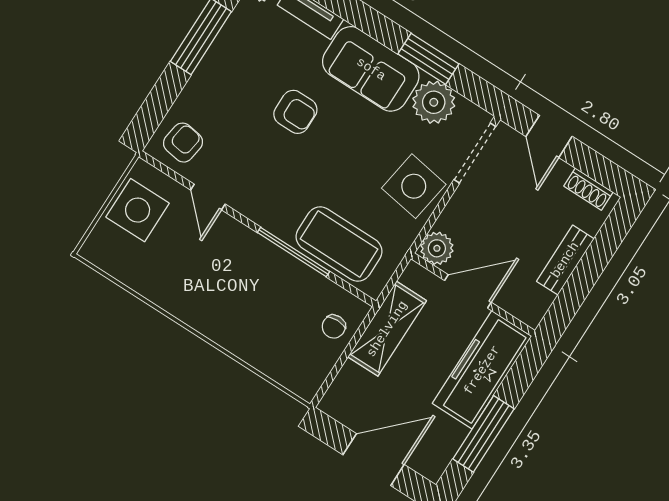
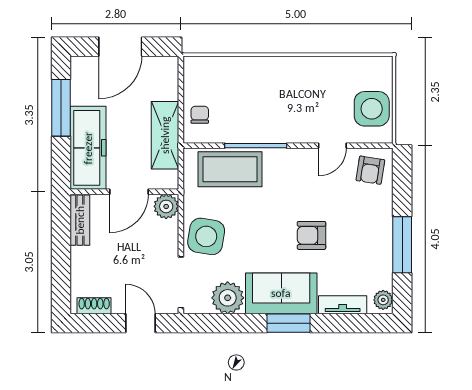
window: (428, 59) -> (289, 323), moved
door: (208, 197) -> (332, 146), swing flipped
bench: (565, 260) -> (80, 220), moved

